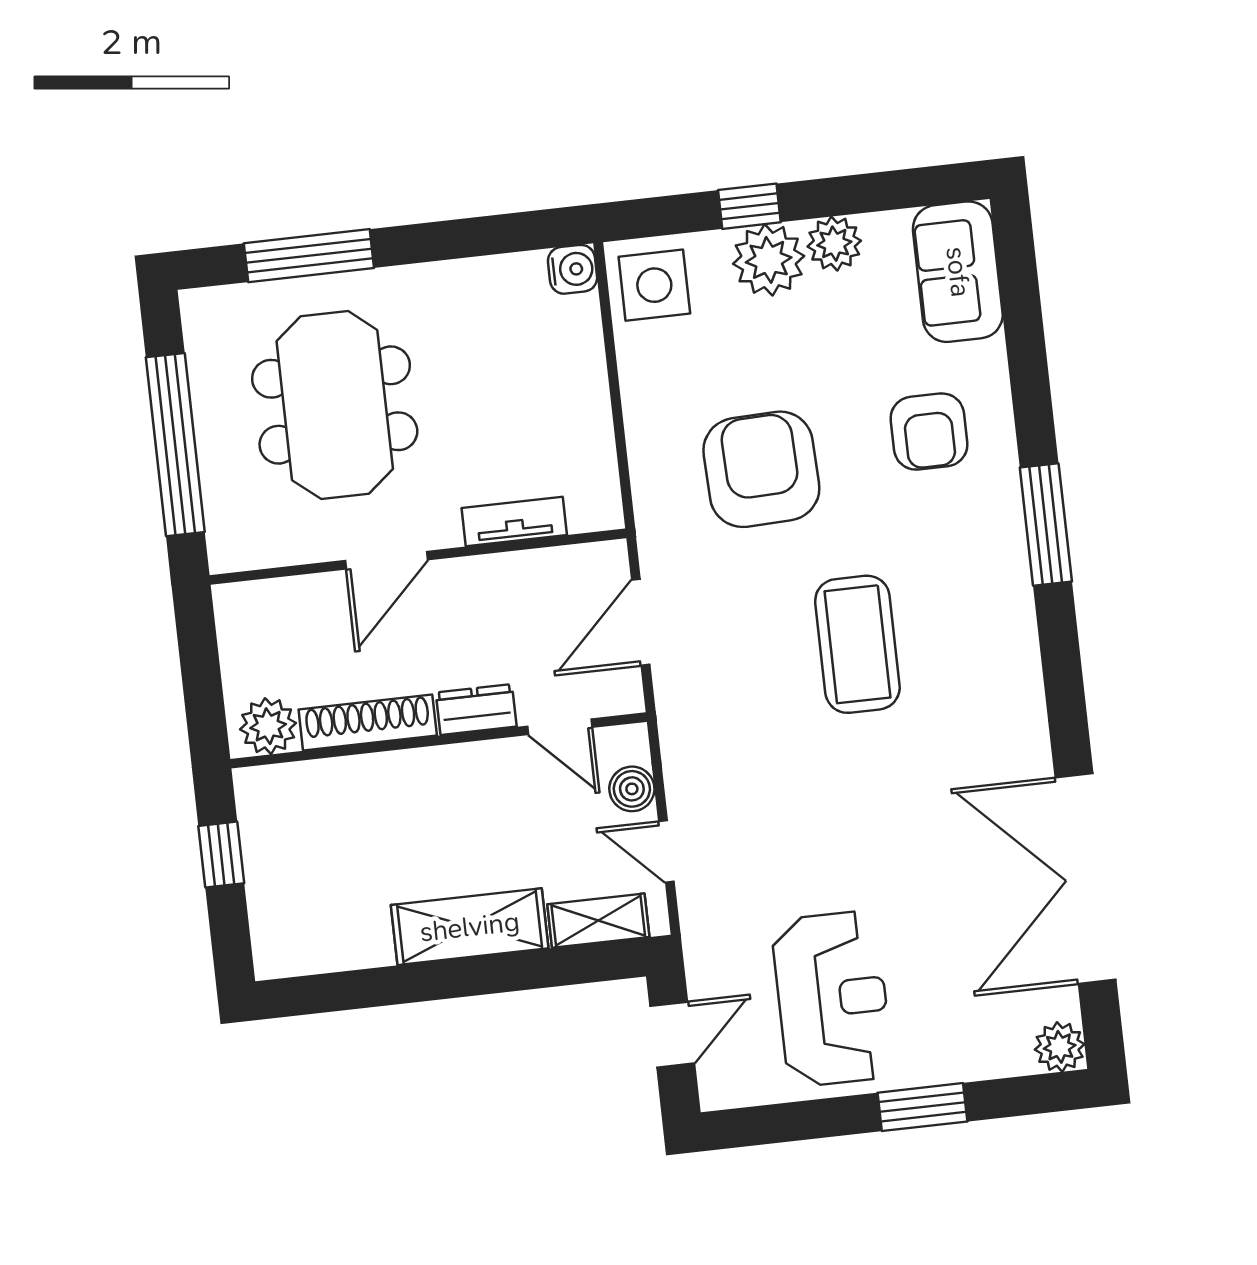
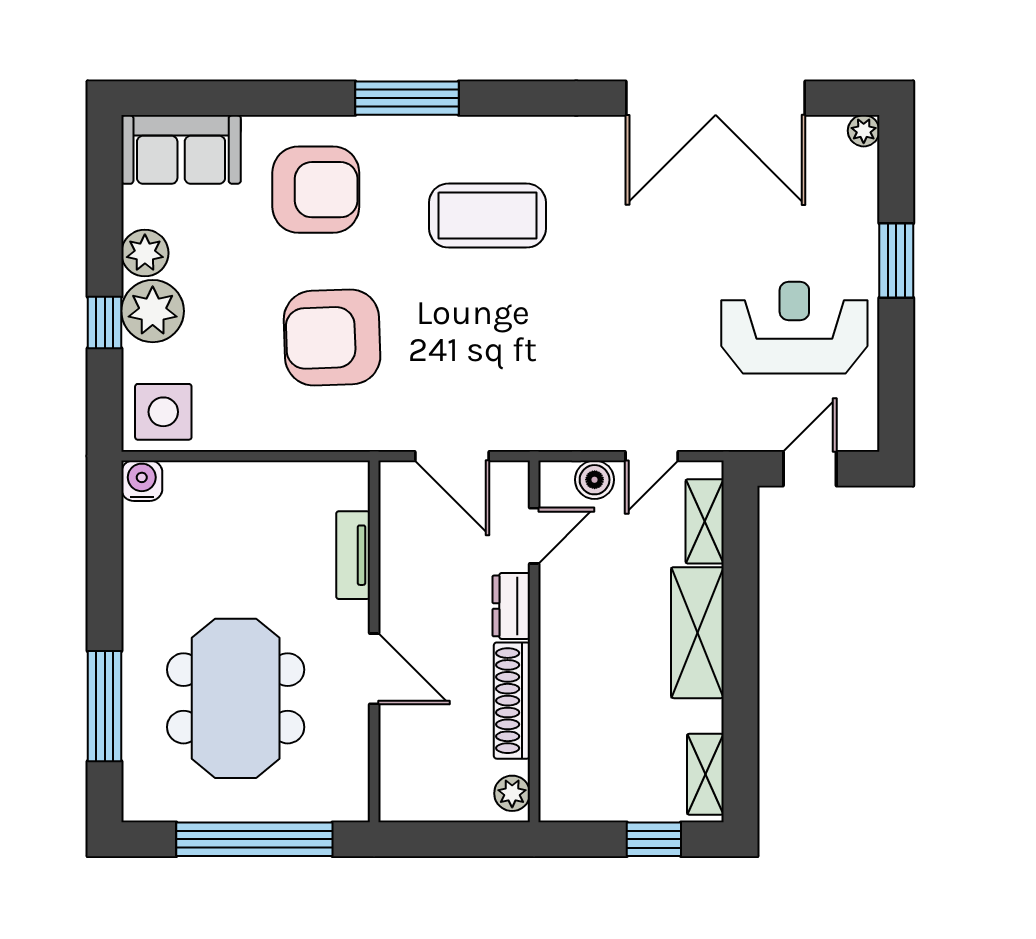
meeting table: (335, 405) -> (236, 698), turned 90
armchair: (929, 432) -> (316, 190), width x1.36, depth x1.36
coffee table: (857, 644) -> (488, 216), moved
plant: (268, 726) -> (512, 793), width x0.73, depth x0.73
window: (221, 855) -> (654, 839), moved
shelving: (308, 954) -> (705, 774), added
door: (672, 1035) -> (810, 469), hinge flipped
plant: (1060, 1047) -> (864, 131), width x0.73, depth x0.73

